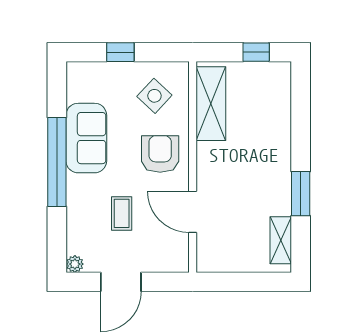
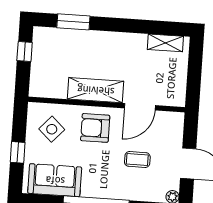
shelving: (211, 104) -> (96, 90), moved
sofa: (86, 138) -> (55, 180), moved
window: (301, 194) -> (73, 22), moved

